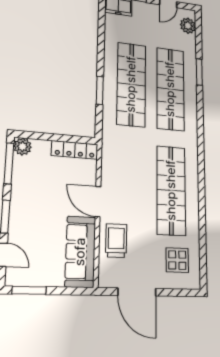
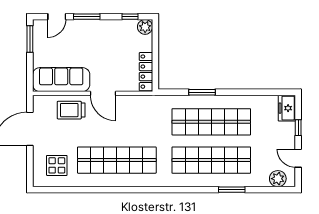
window: (9, 163) -> (130, 17), width x0.46
door: (98, 202) -> (103, 93), swing flipped
trolley: (116, 241) -> (71, 110), turned 180

